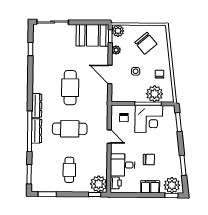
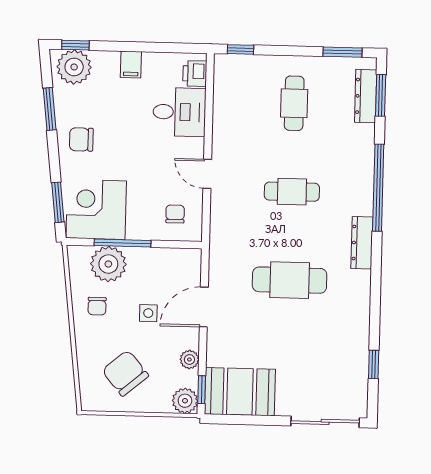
door: (110, 74) -> (204, 307), swing flipped
cafe table: (70, 88) -> (290, 280), turned 90
corner desk: (149, 119) -> (96, 209), moved
cafe table: (70, 129) -> (292, 192), width x0.73, depth x0.74
dresser: (37, 131) -> (366, 96), moved
chair: (149, 159) -> (81, 139), moved
plant: (99, 184) -> (232, 72), removed
filing cabinet: (150, 187) -> (131, 65), width x0.50

